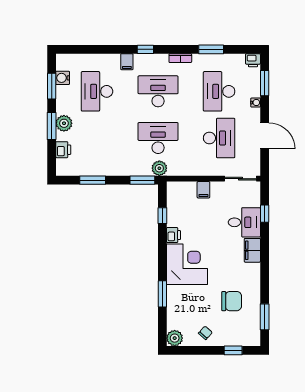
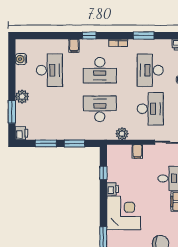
window: (52, 86) -> (12, 66), removed
desk: (97, 91) -> (49, 70), turned 180
desk: (158, 91) -> (100, 70), turned 180
window: (52, 126) -> (12, 112), moved
printer: (63, 150) -> (21, 133), moved
plant: (159, 168) -> (122, 134), moved
window: (142, 180) -> (74, 143), moved

